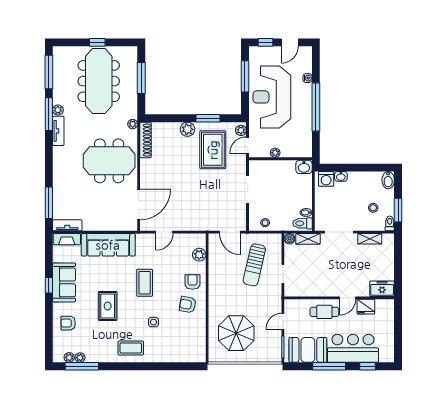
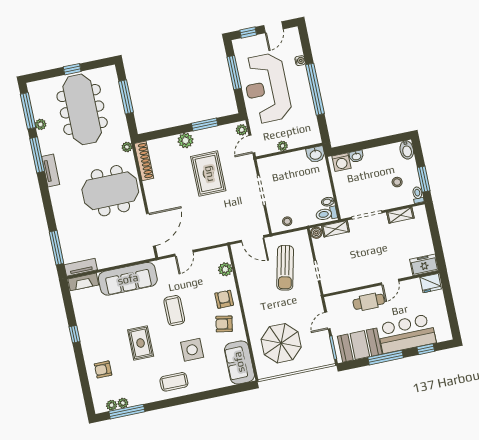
plant: (58, 110) -> (41, 124), moved
rug: (213, 150) -> (208, 174), moved
sofa: (64, 282) -> (239, 362), moved, turned 180
fridge: (366, 307) -> (431, 283), moved
side table: (153, 322) -> (192, 350), width x1.87, depth x1.87

